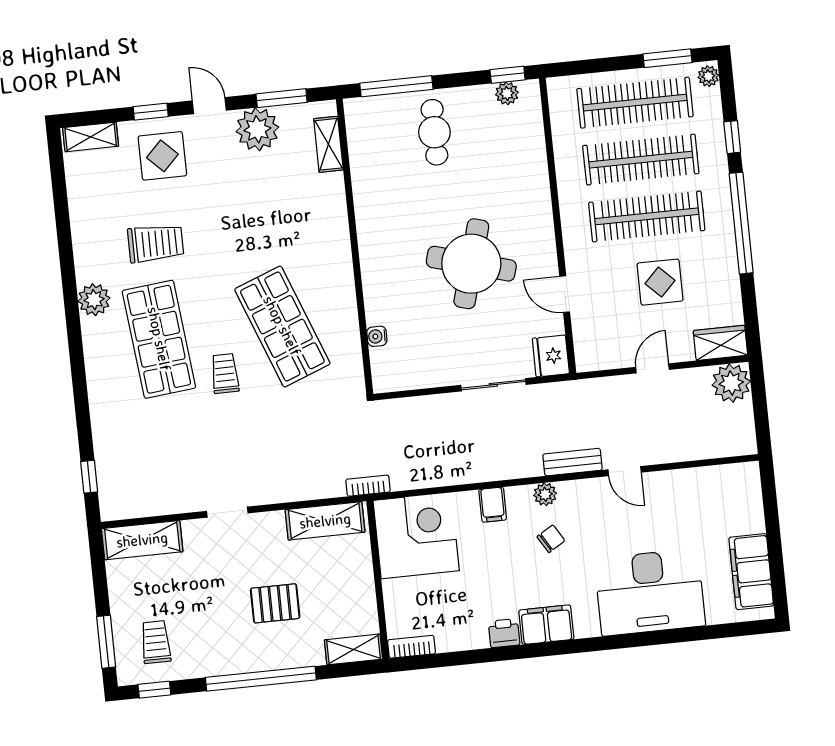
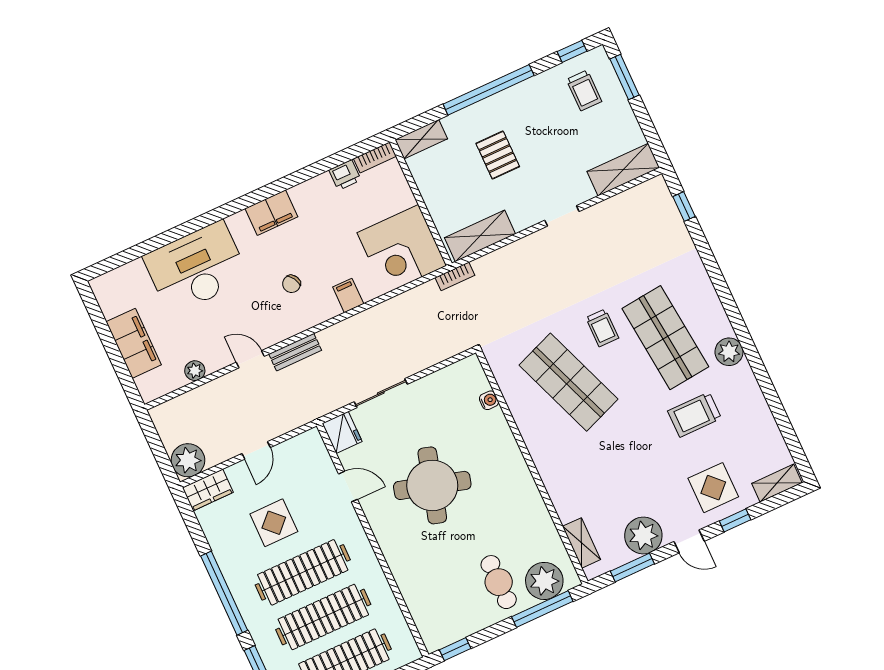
plant: (507, 93) -> (544, 581), moved, width x1.88, depth x1.88
plant: (545, 494) -> (195, 371), moved
filing cabinet: (751, 572) -> (134, 343), moved
pallet: (275, 603) -> (498, 155), turned 90
printer: (504, 633) -> (345, 175), moved

